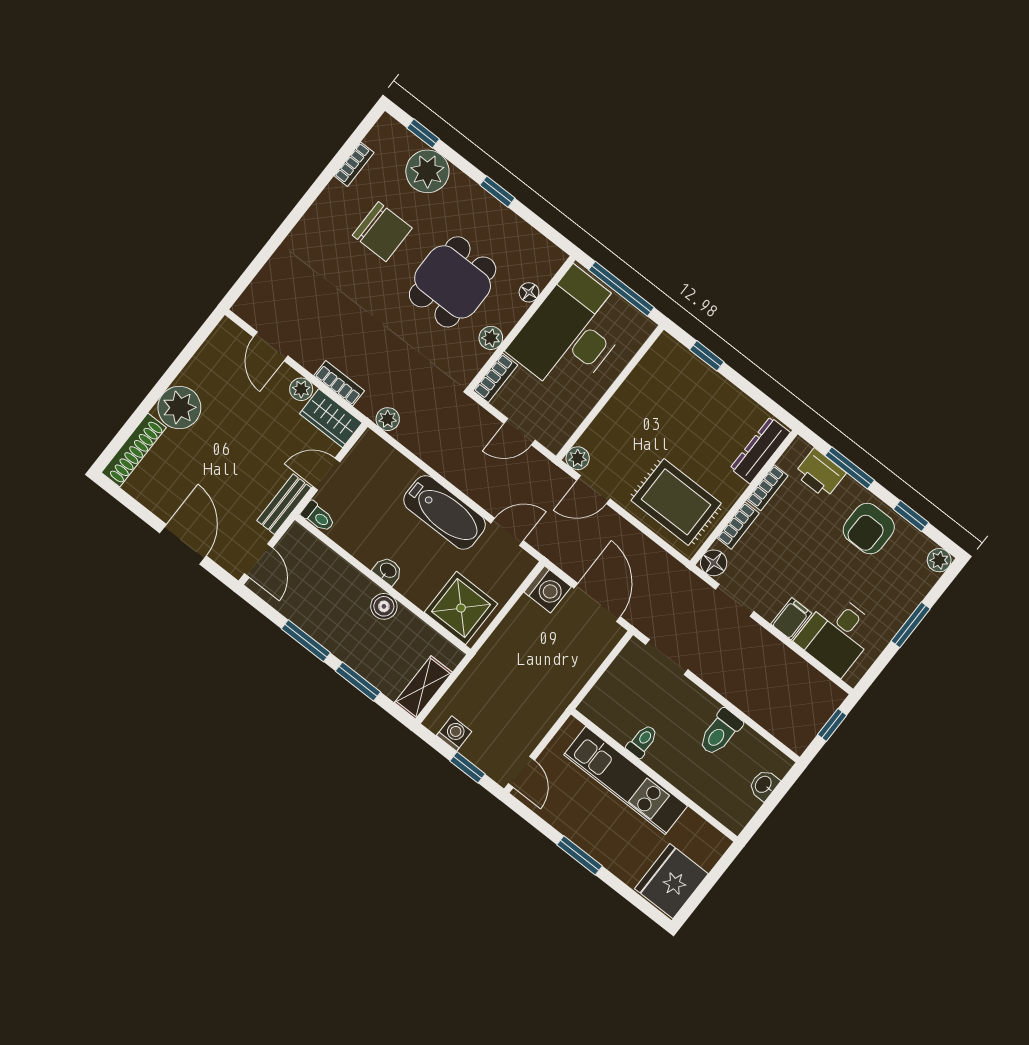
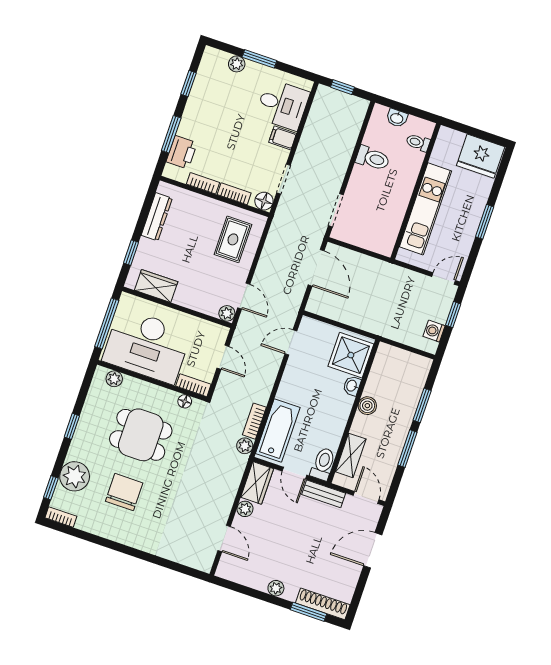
bookcase: (354, 164) -> (61, 517), moved
floor lamp: (529, 292) -> (185, 401), moved
plant: (491, 338) -> (114, 379), moved
door: (271, 346) -> (224, 539), hinge flipped
wardrobe: (649, 374) -> (156, 286), added
bookcase: (339, 383) -> (254, 421), moved
plant: (179, 408) -> (276, 588), width x0.53, depth x0.53
window: (130, 427) -> (308, 612), added
dresser: (760, 450) -> (157, 217), moved, turned -90
rug: (676, 502) -> (233, 239), width x0.73, depth x0.70
bathtub: (445, 512) -> (278, 431), moved
toilet: (318, 517) -> (323, 464), width x1.37, depth x1.39
armchair: (869, 529) -> (206, 108), removed
door: (507, 532) -> (291, 342), hinge flipped
plant: (939, 560) -> (237, 64), moved
door: (259, 561) -> (366, 498), hinge flipped
washbasin: (388, 571) -> (352, 386), moved
washing machine: (548, 589) -> (319, 303), removed
door: (597, 602) -> (316, 268), swing flipped
shelving: (423, 687) -> (351, 455), moved, turned 90
toilet: (642, 741) -> (418, 143), moved

